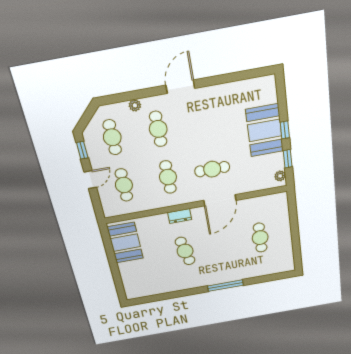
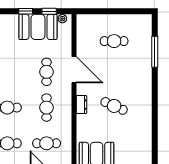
booth: (265, 130) -> (38, 27), moved
cafe table: (168, 177) -> (47, 108), turned 90
cafe table: (185, 251) -> (114, 106), turned 36
window: (225, 286) -> (155, 52), moved

